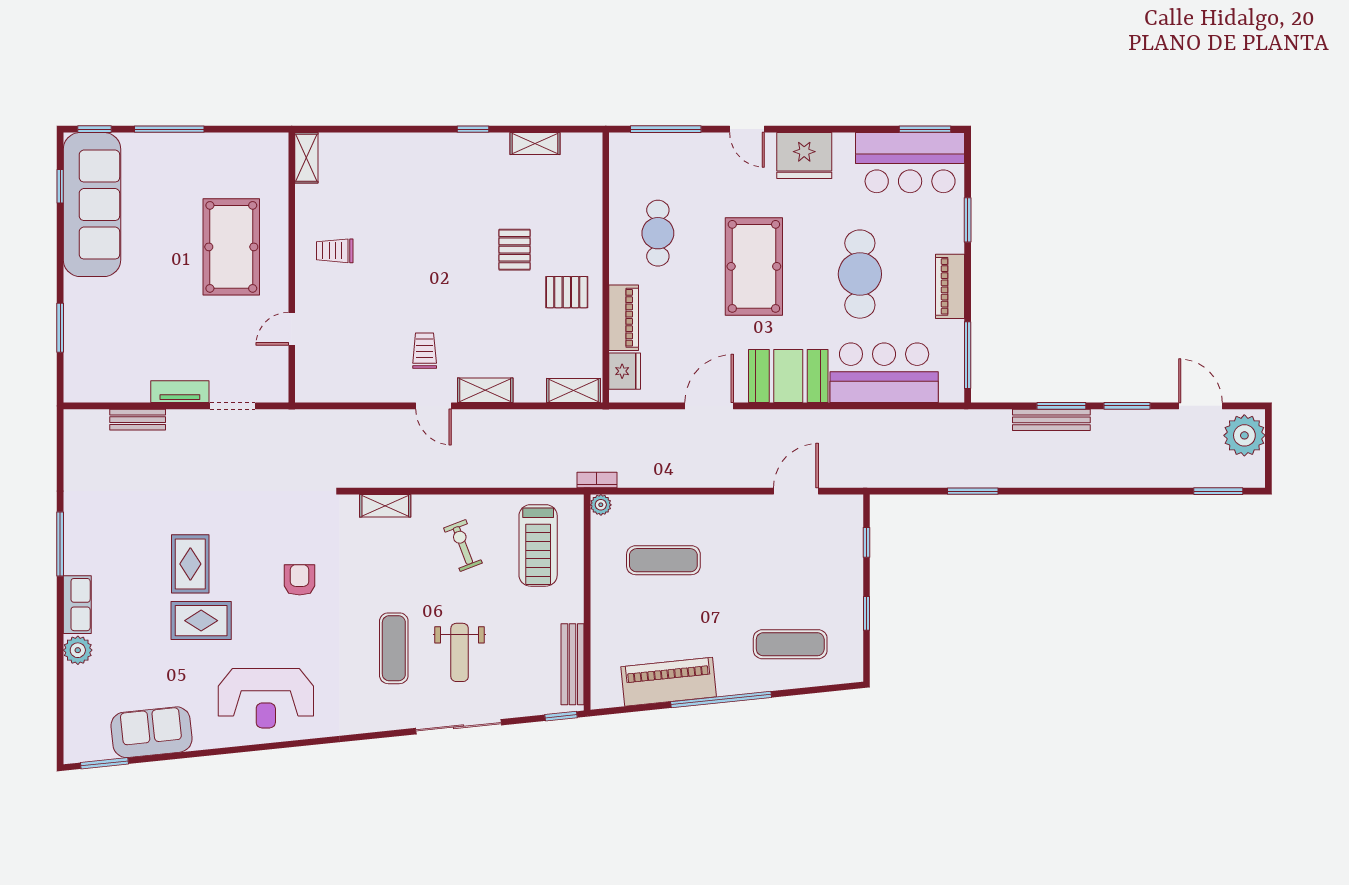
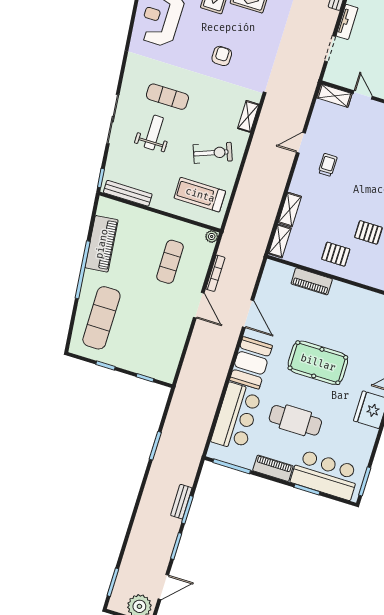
bar counter: (910, 163) -> (325, 475), moved, turned 90
cafe table: (658, 233) -> (353, 315), removed
pallet: (567, 292) -> (336, 254), turned 90
trolley: (425, 351) -> (328, 165), turned -90
fridge: (625, 371) -> (282, 273), removed
shelving: (307, 375) -> (334, 96), added
shelving: (485, 390) -> (290, 210), moved
door: (434, 406) -> (301, 143), moved
bench: (1051, 420) -> (181, 502), width x0.73
bookcase: (597, 480) -> (215, 273), moved, width x1.56
door: (796, 491) -> (199, 305), moved
exercise bike: (463, 545) -> (213, 153), width x1.38, depth x1.39
armchair: (300, 580) -> (222, 56), turned -90
exercise mat: (790, 644) -> (101, 318), width x1.36, depth x1.45
weight bench: (460, 652) -> (154, 132), turned 90

